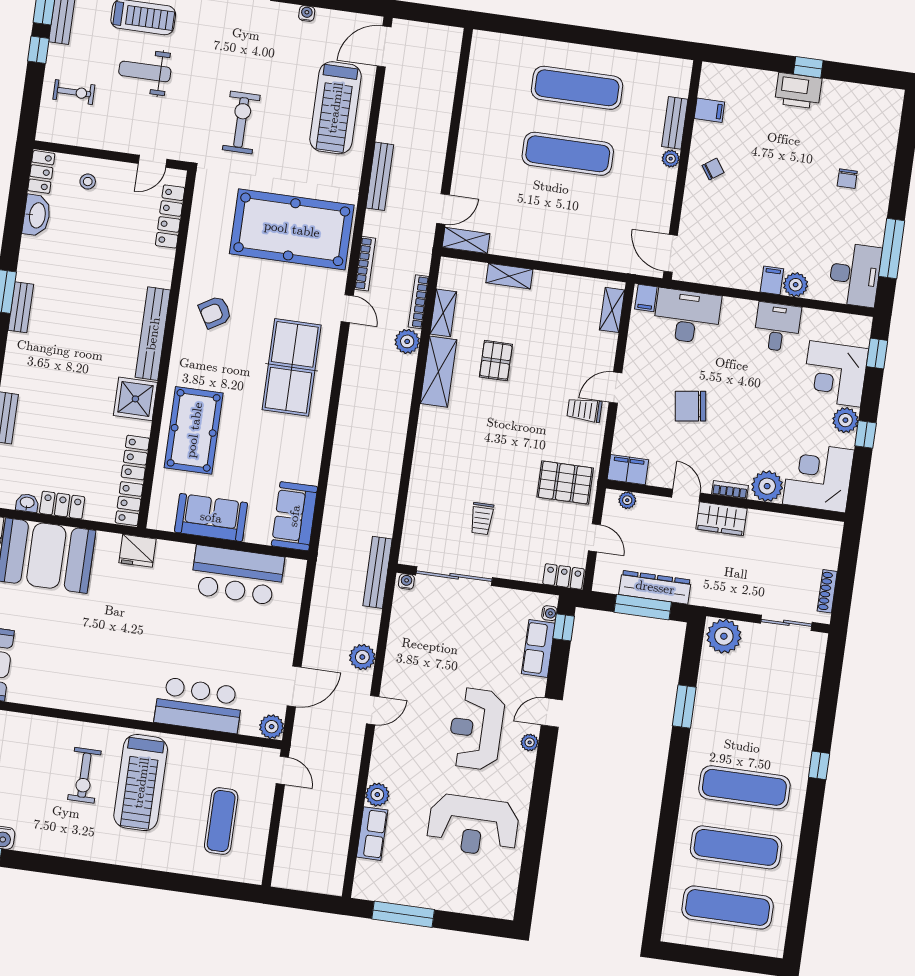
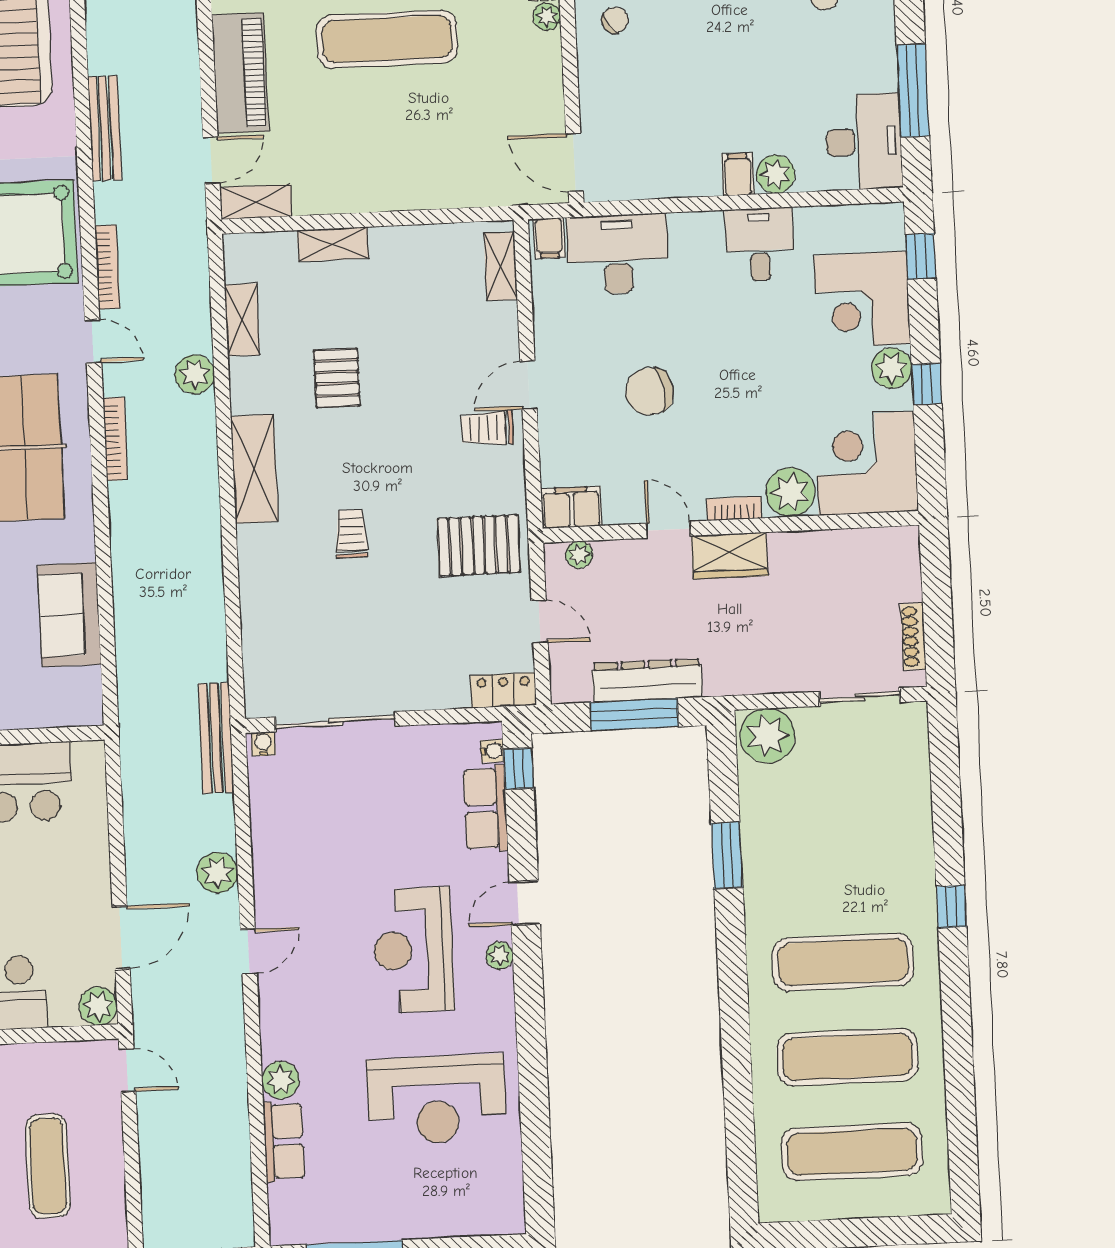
piano: (471, 158) -> (240, 73), added
bookcase: (419, 302) -> (115, 439), moved, turned 180
shelving: (439, 372) -> (254, 469), moved
sofa: (294, 516) -> (69, 615), moved
trolley: (482, 519) -> (351, 534), moved, turned 180

